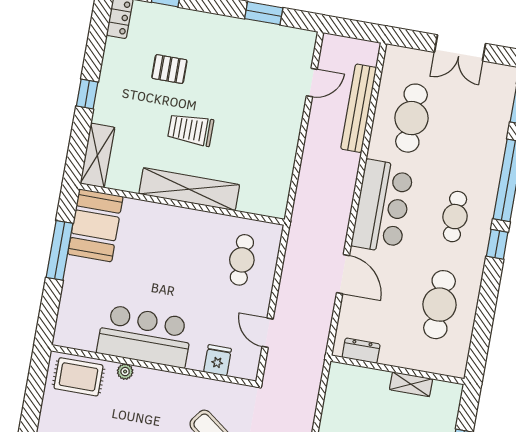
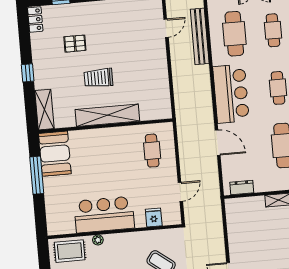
cafe table: (471, 128) -> (273, 30), added
door: (268, 333) -> (180, 192), swing flipped

